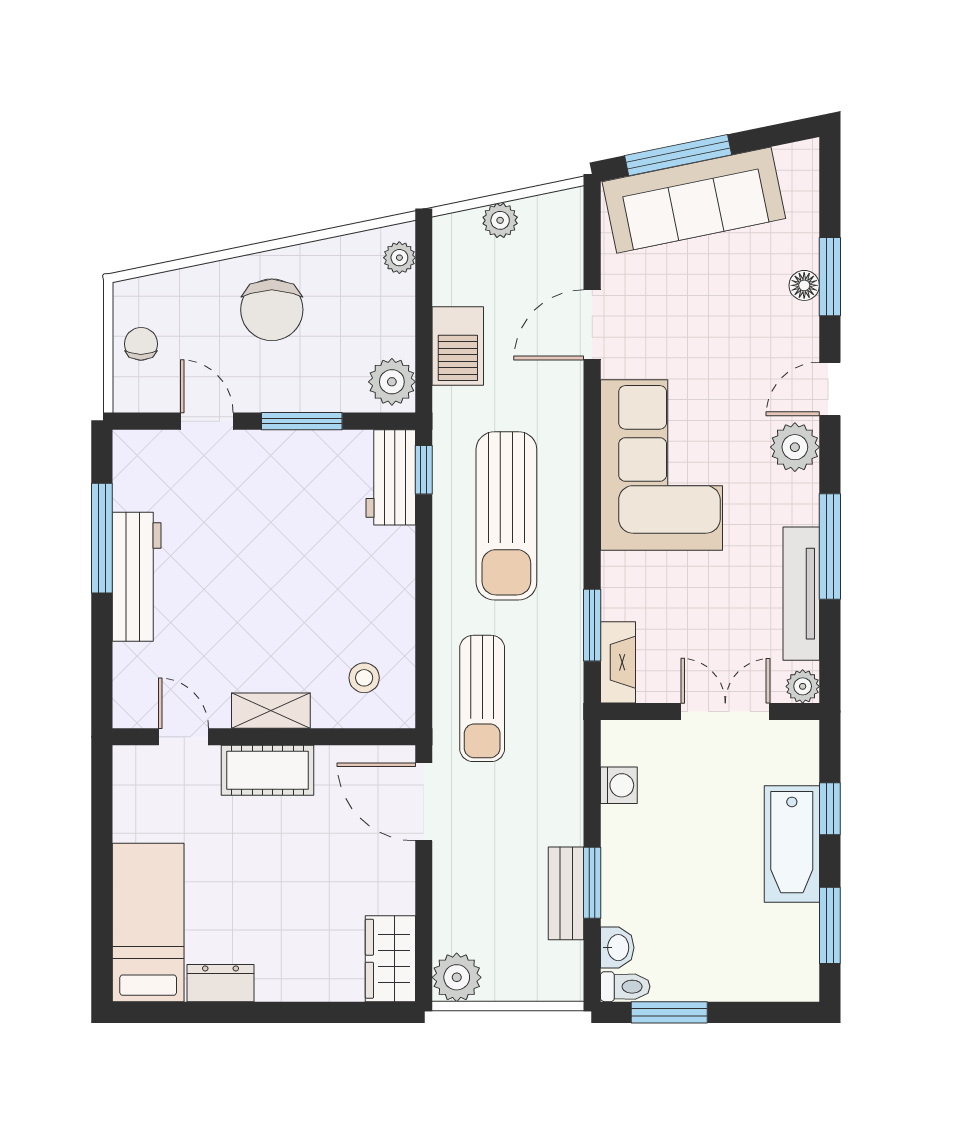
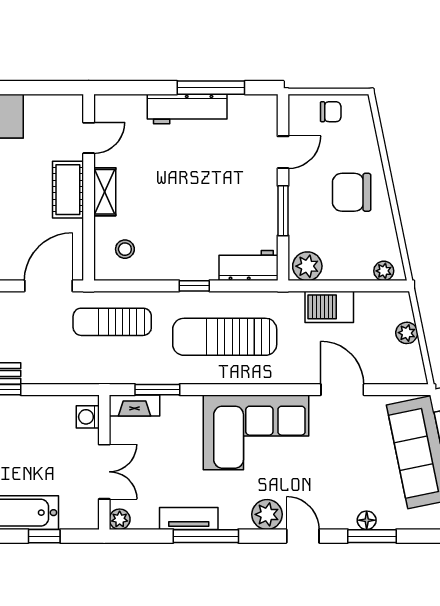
window: (424, 470) -> (194, 286), moved
tv unit: (801, 594) -> (189, 518), width x0.71
washing machine: (619, 785) -> (88, 417), moved, turned 90

